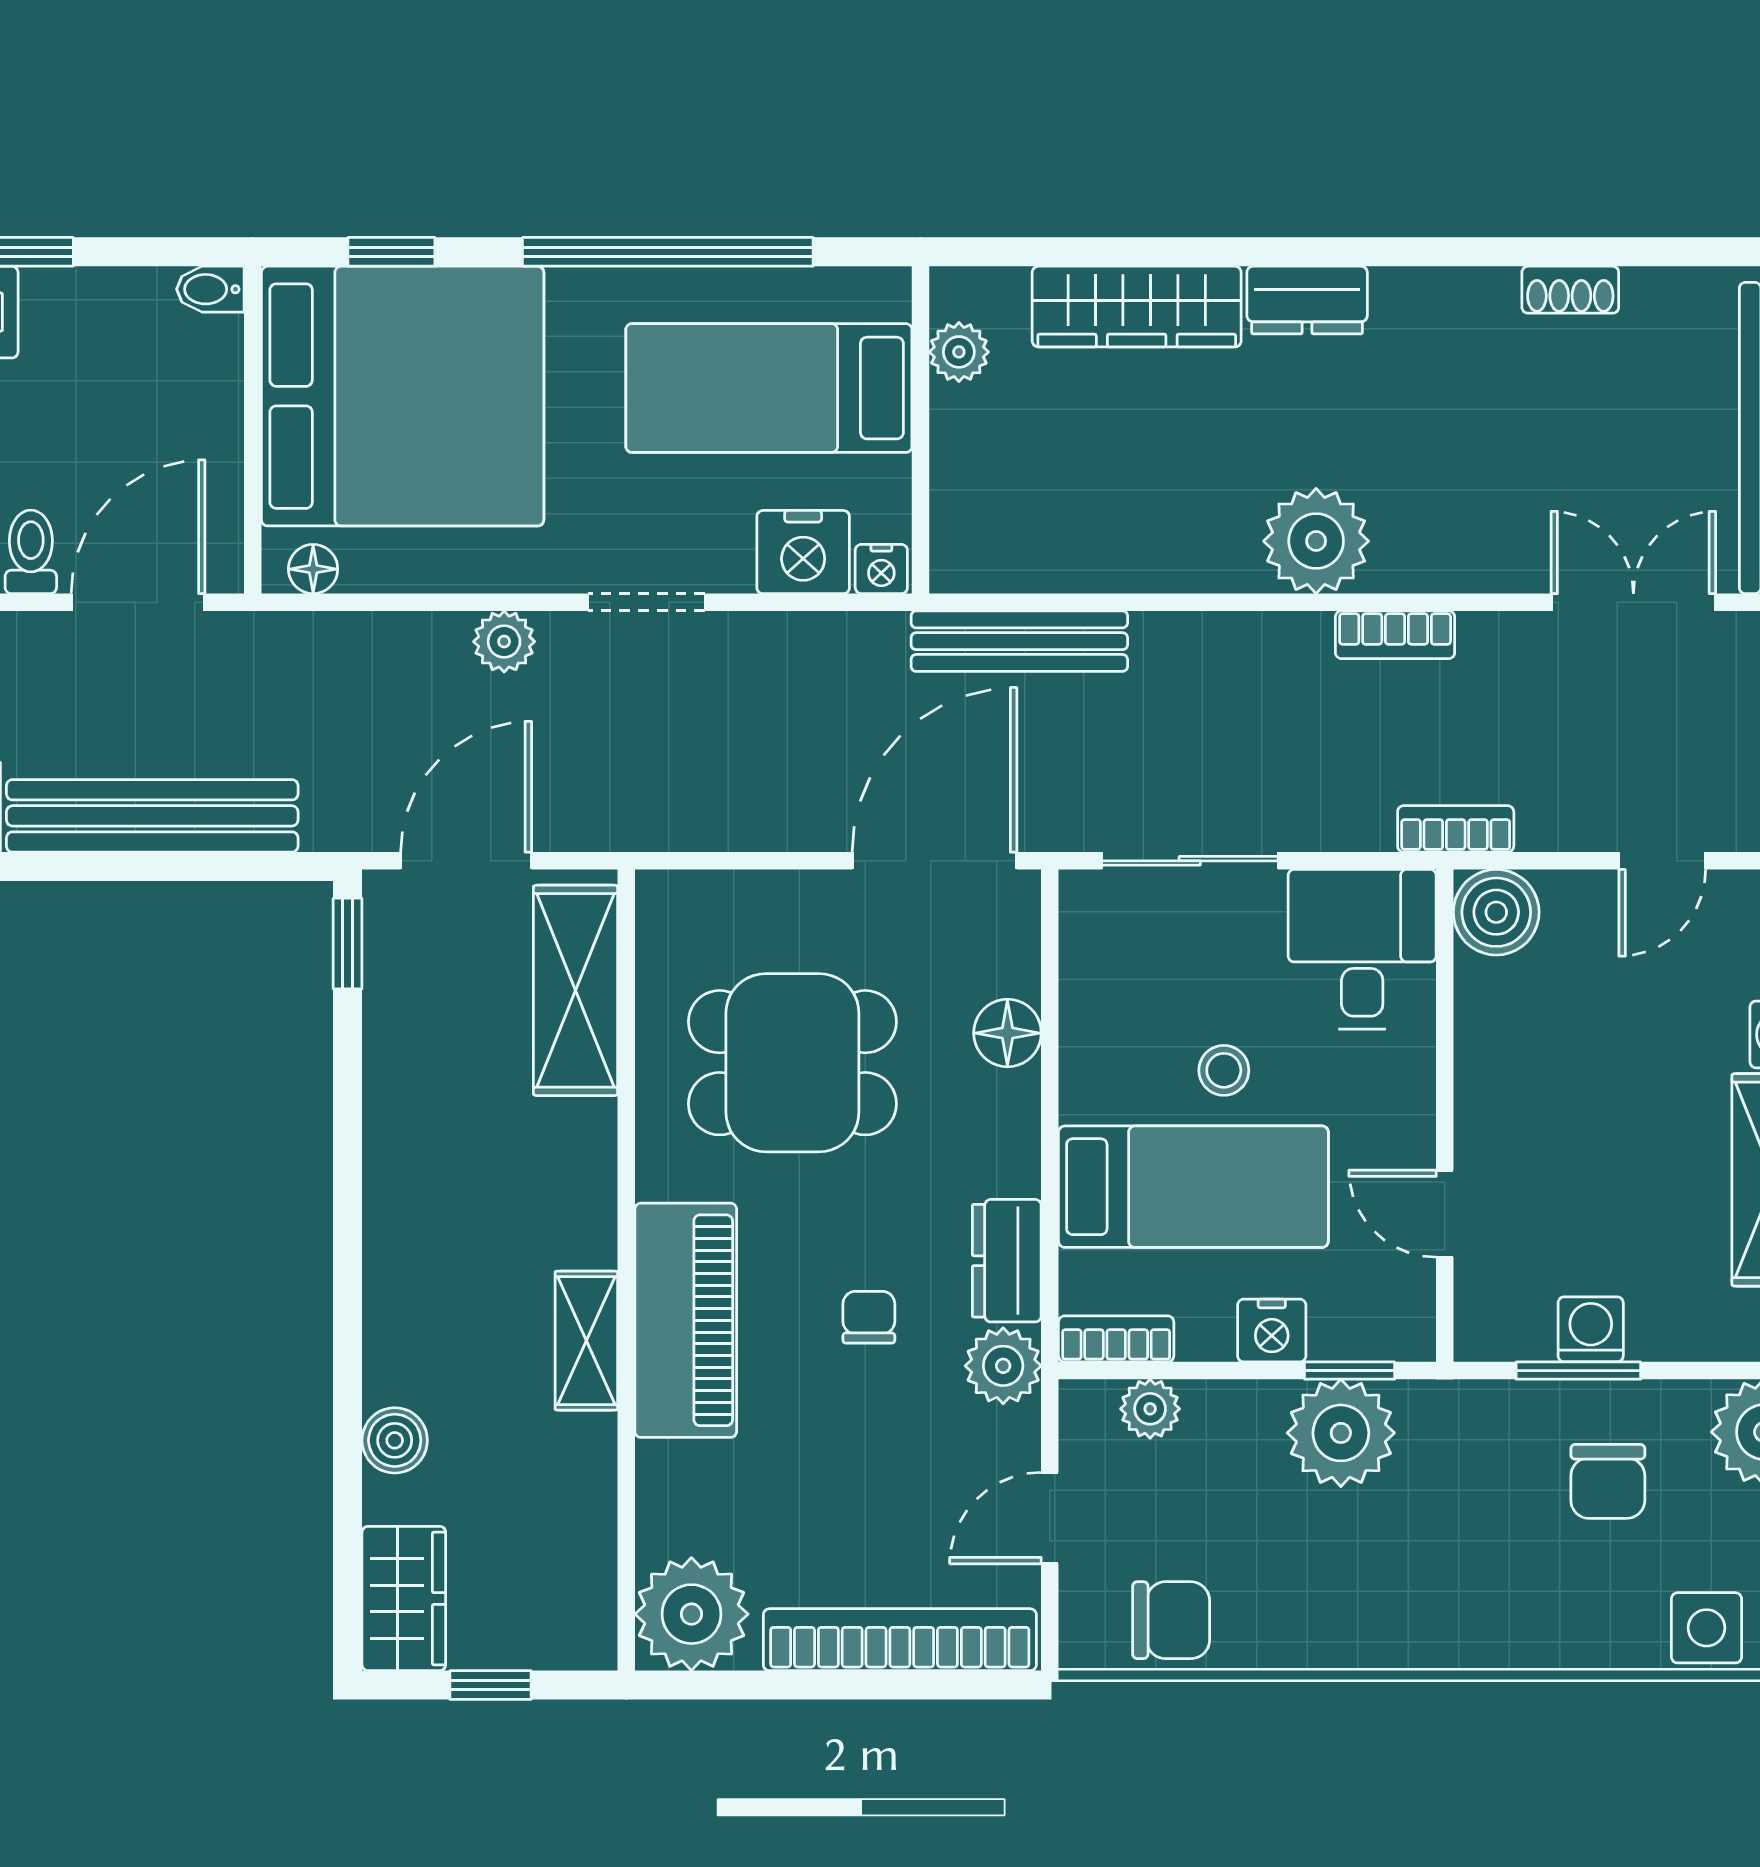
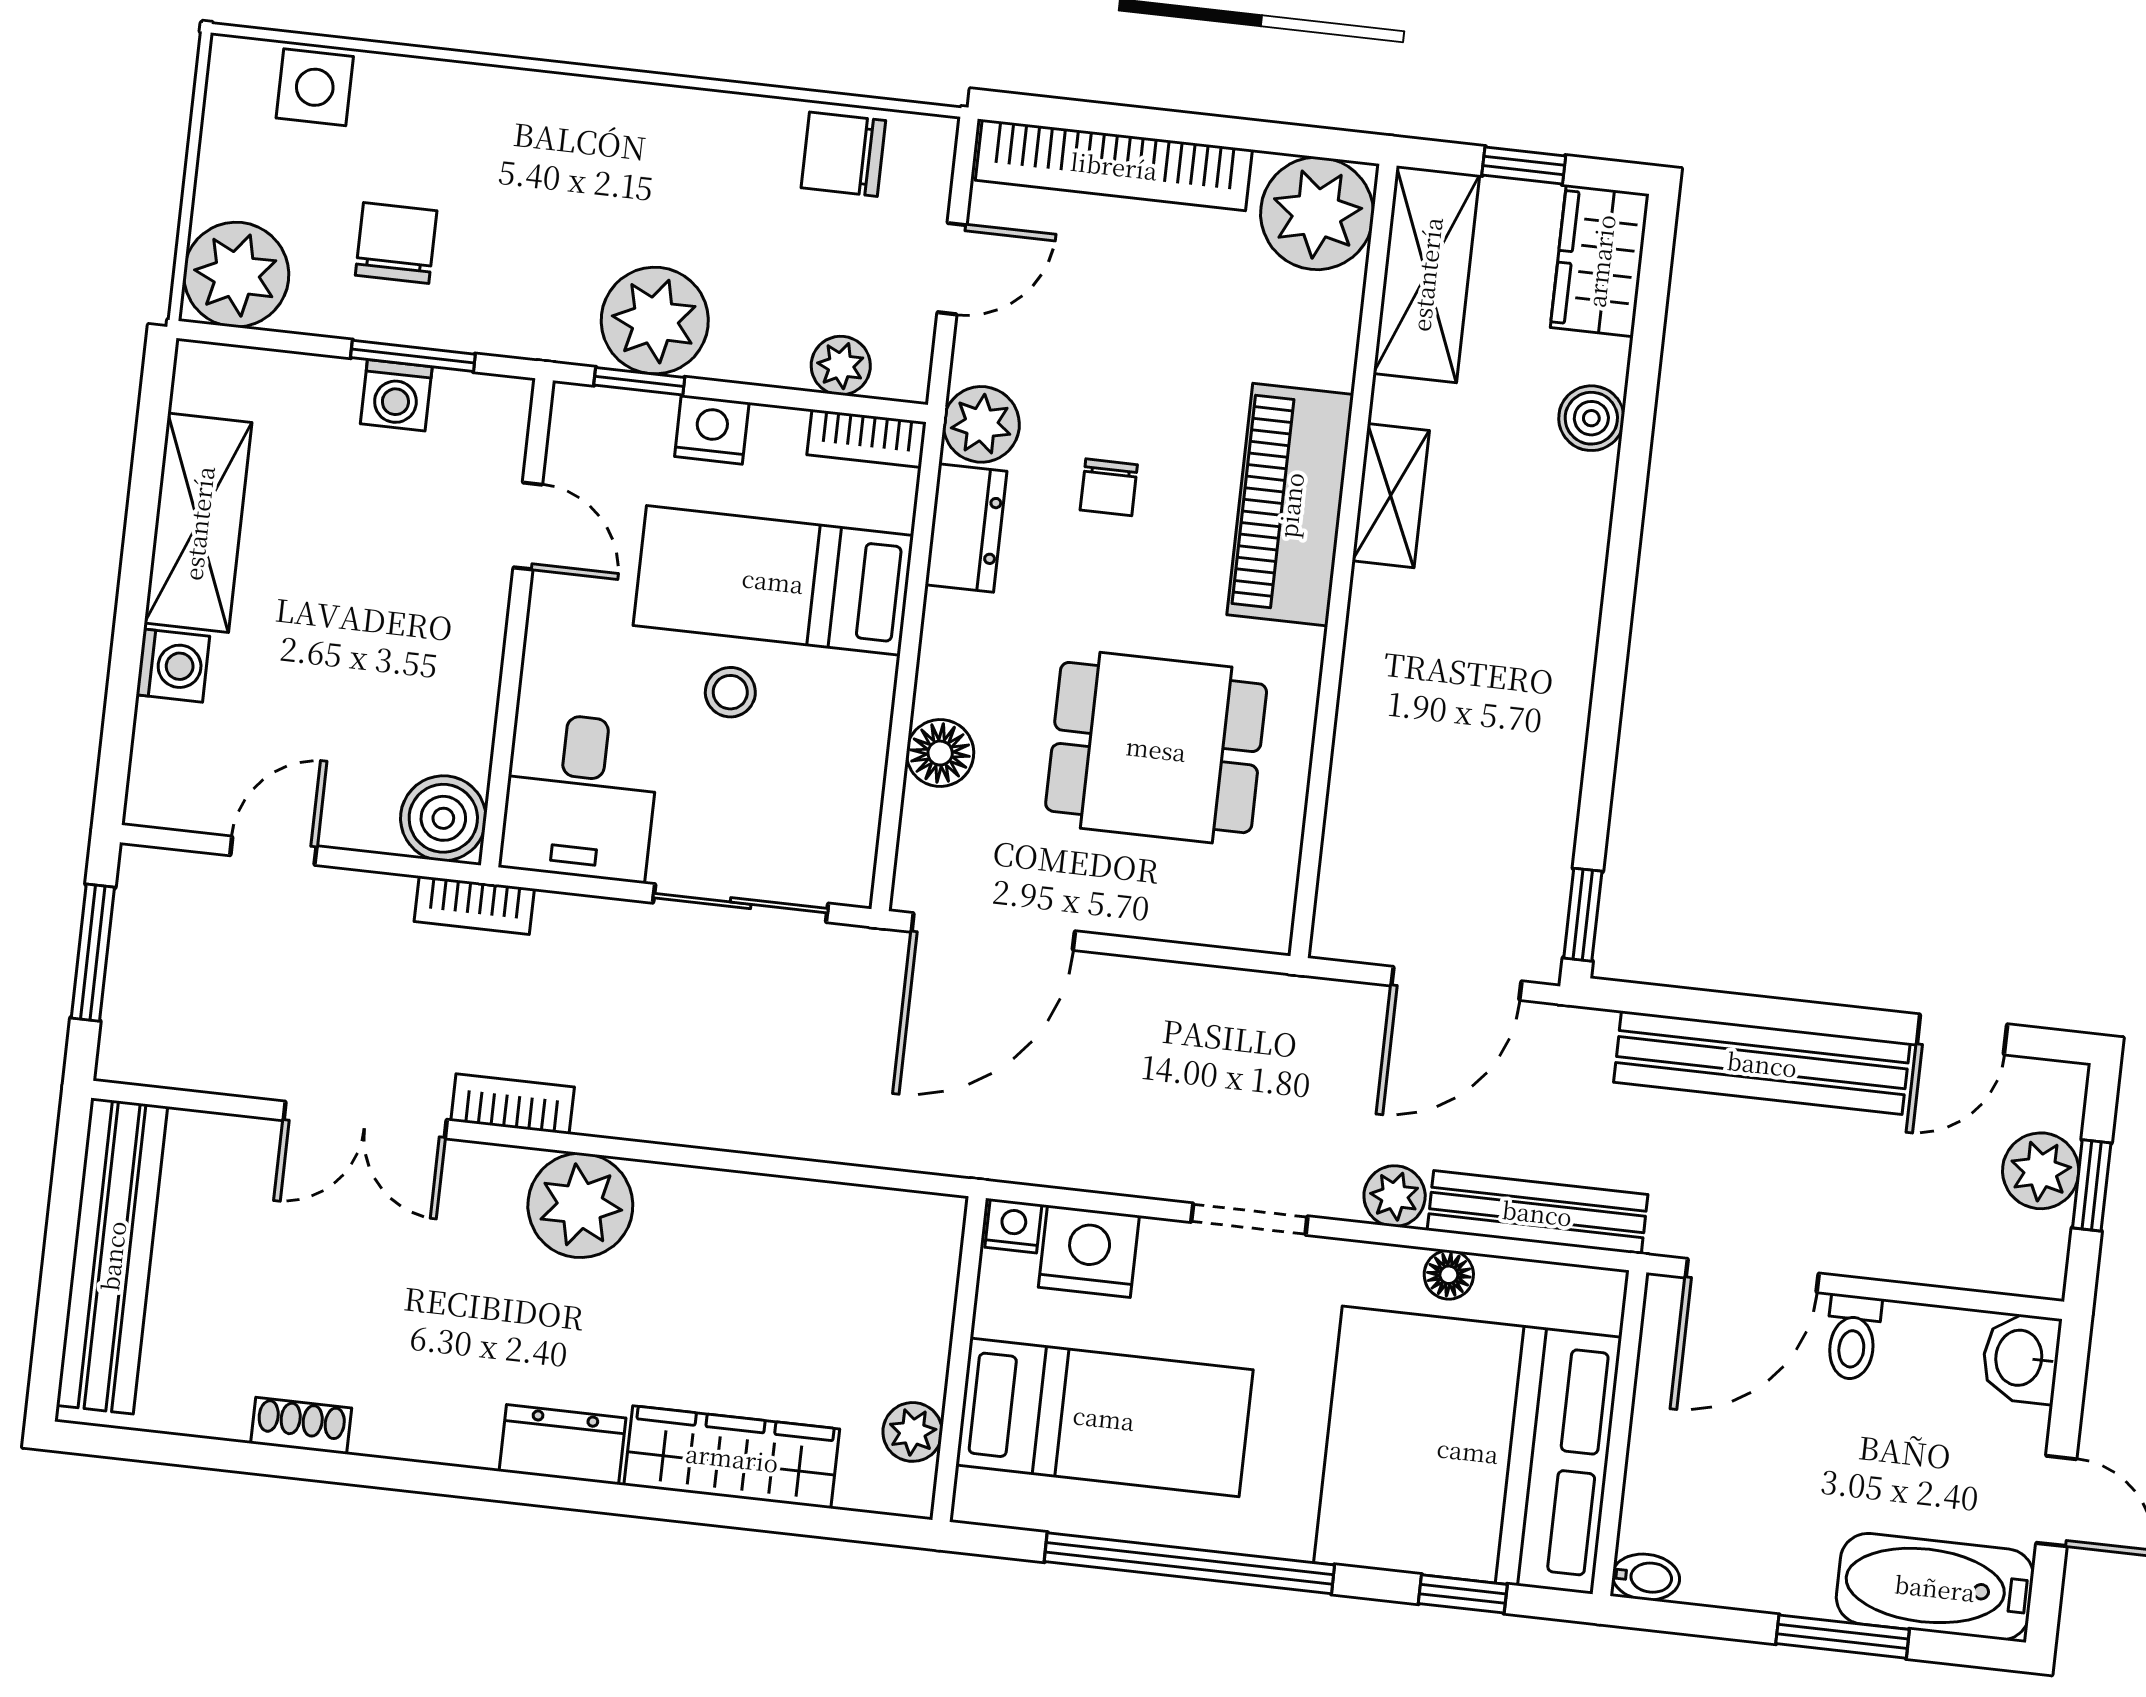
floor lamp: (313, 569) -> (1449, 1275), moved
double door: (1633, 602) -> (365, 1120), moved
bench: (1019, 641) -> (1537, 1212), moved
shelving: (576, 990) -> (1426, 274), moved

